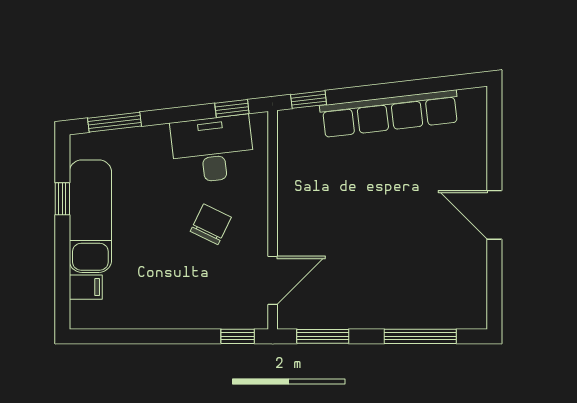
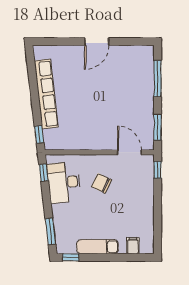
window: (62, 199) -> (71, 257), moved
exam couch: (90, 216) -> (97, 247), width x0.73, depth x0.69

